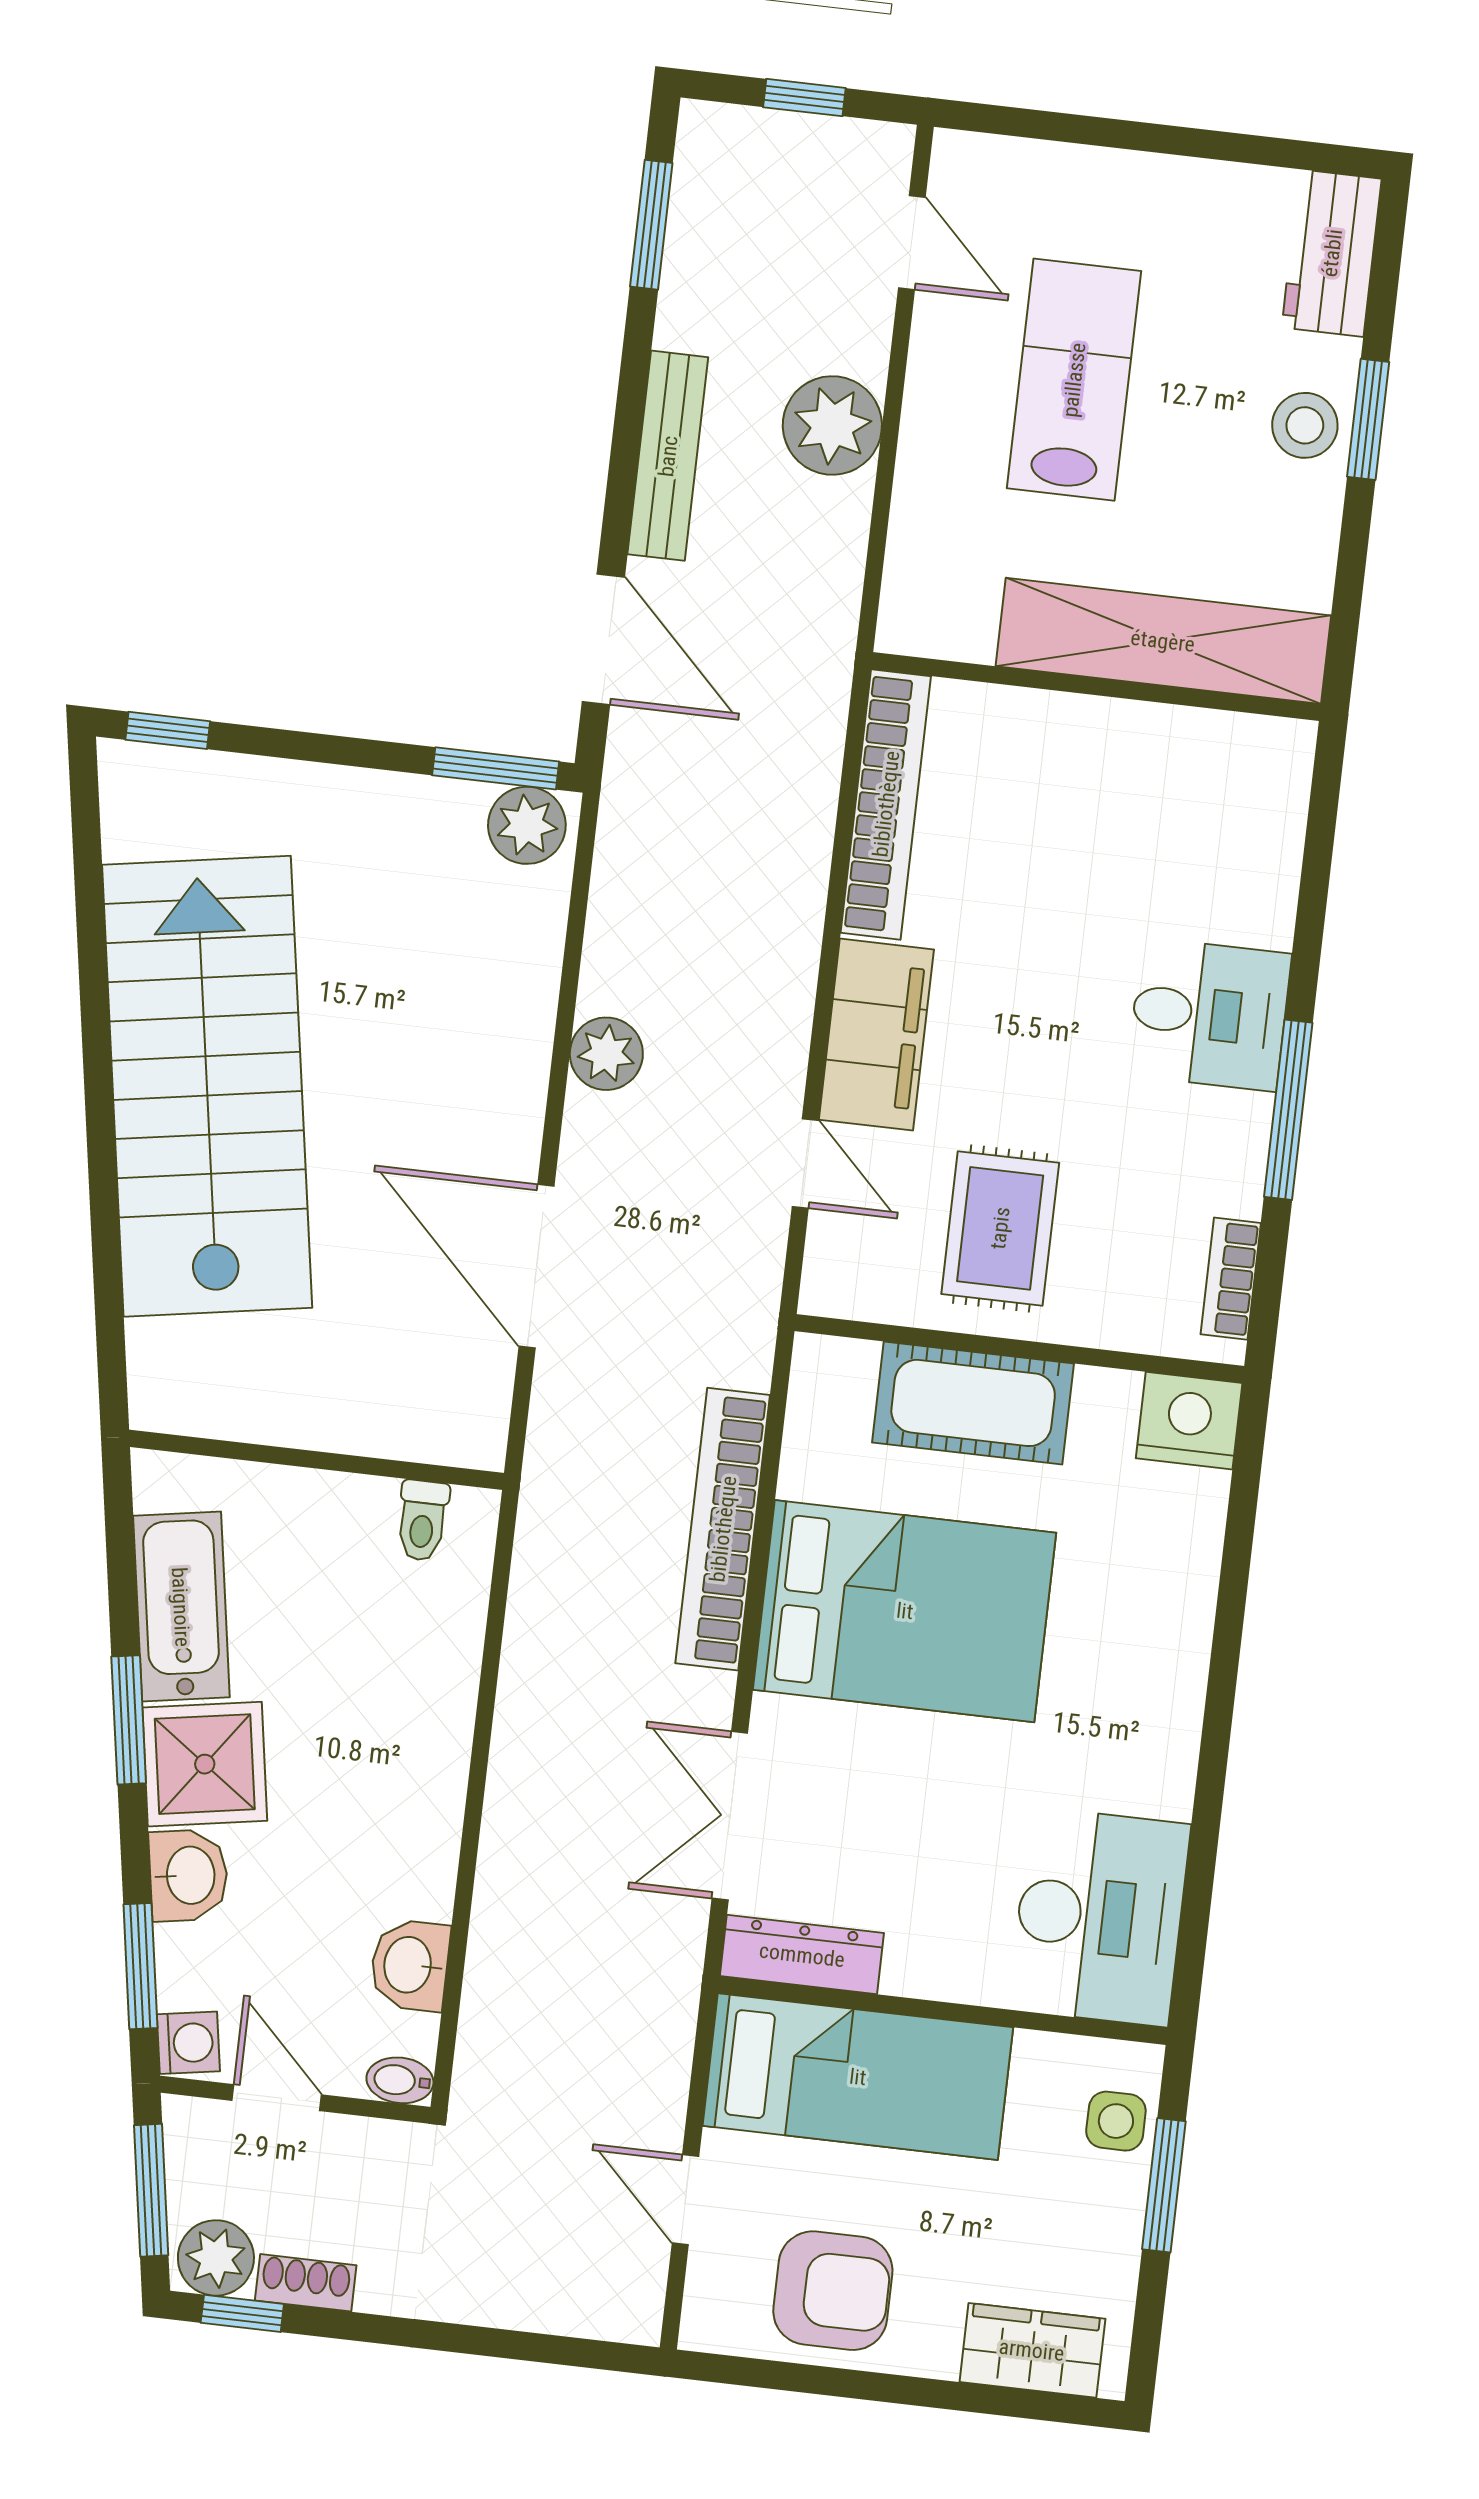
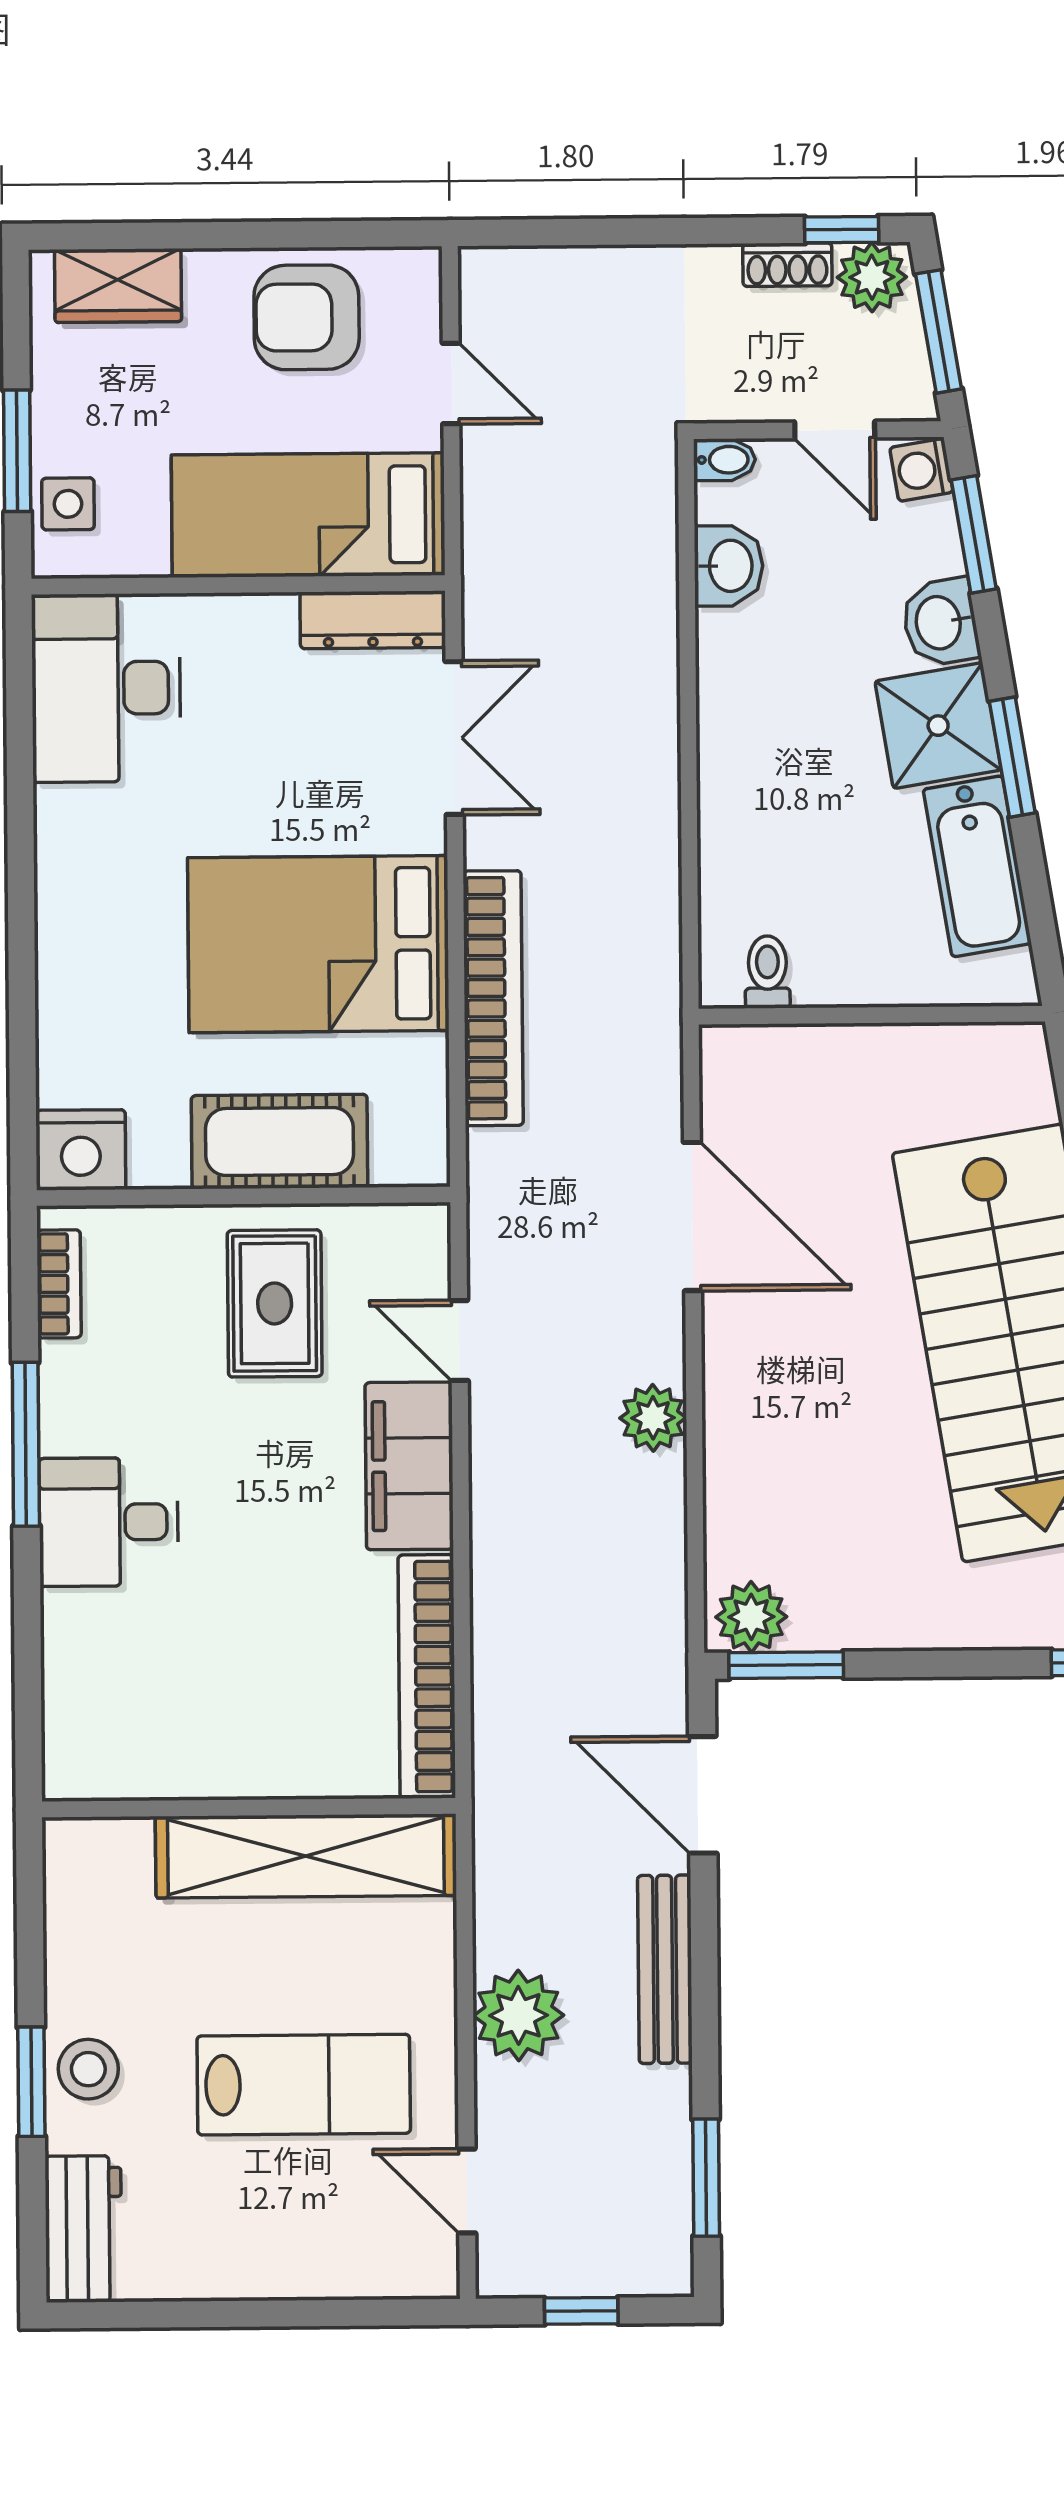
lab bench: (1074, 380) -> (304, 2085), turned -90
shelving: (1163, 641) -> (306, 1856), moved

